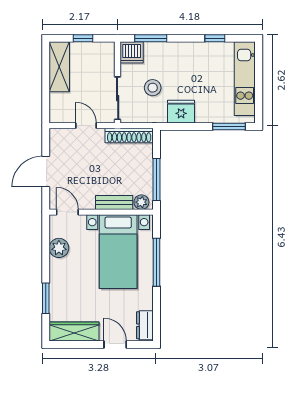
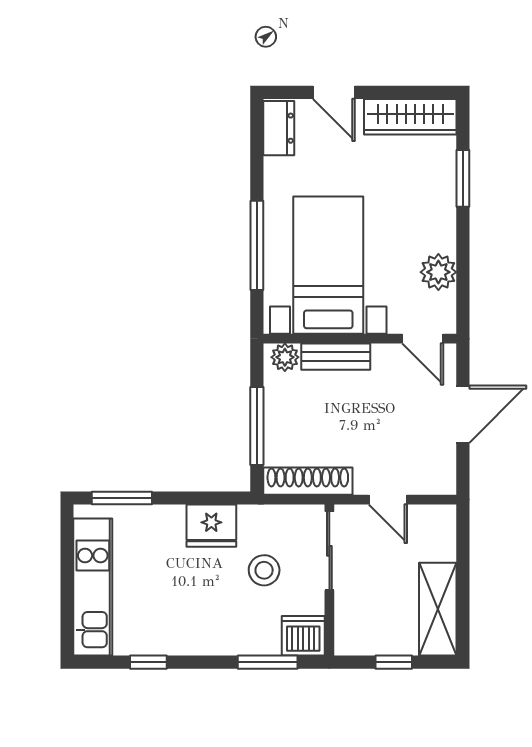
window: (156, 180) -> (257, 426), moved

